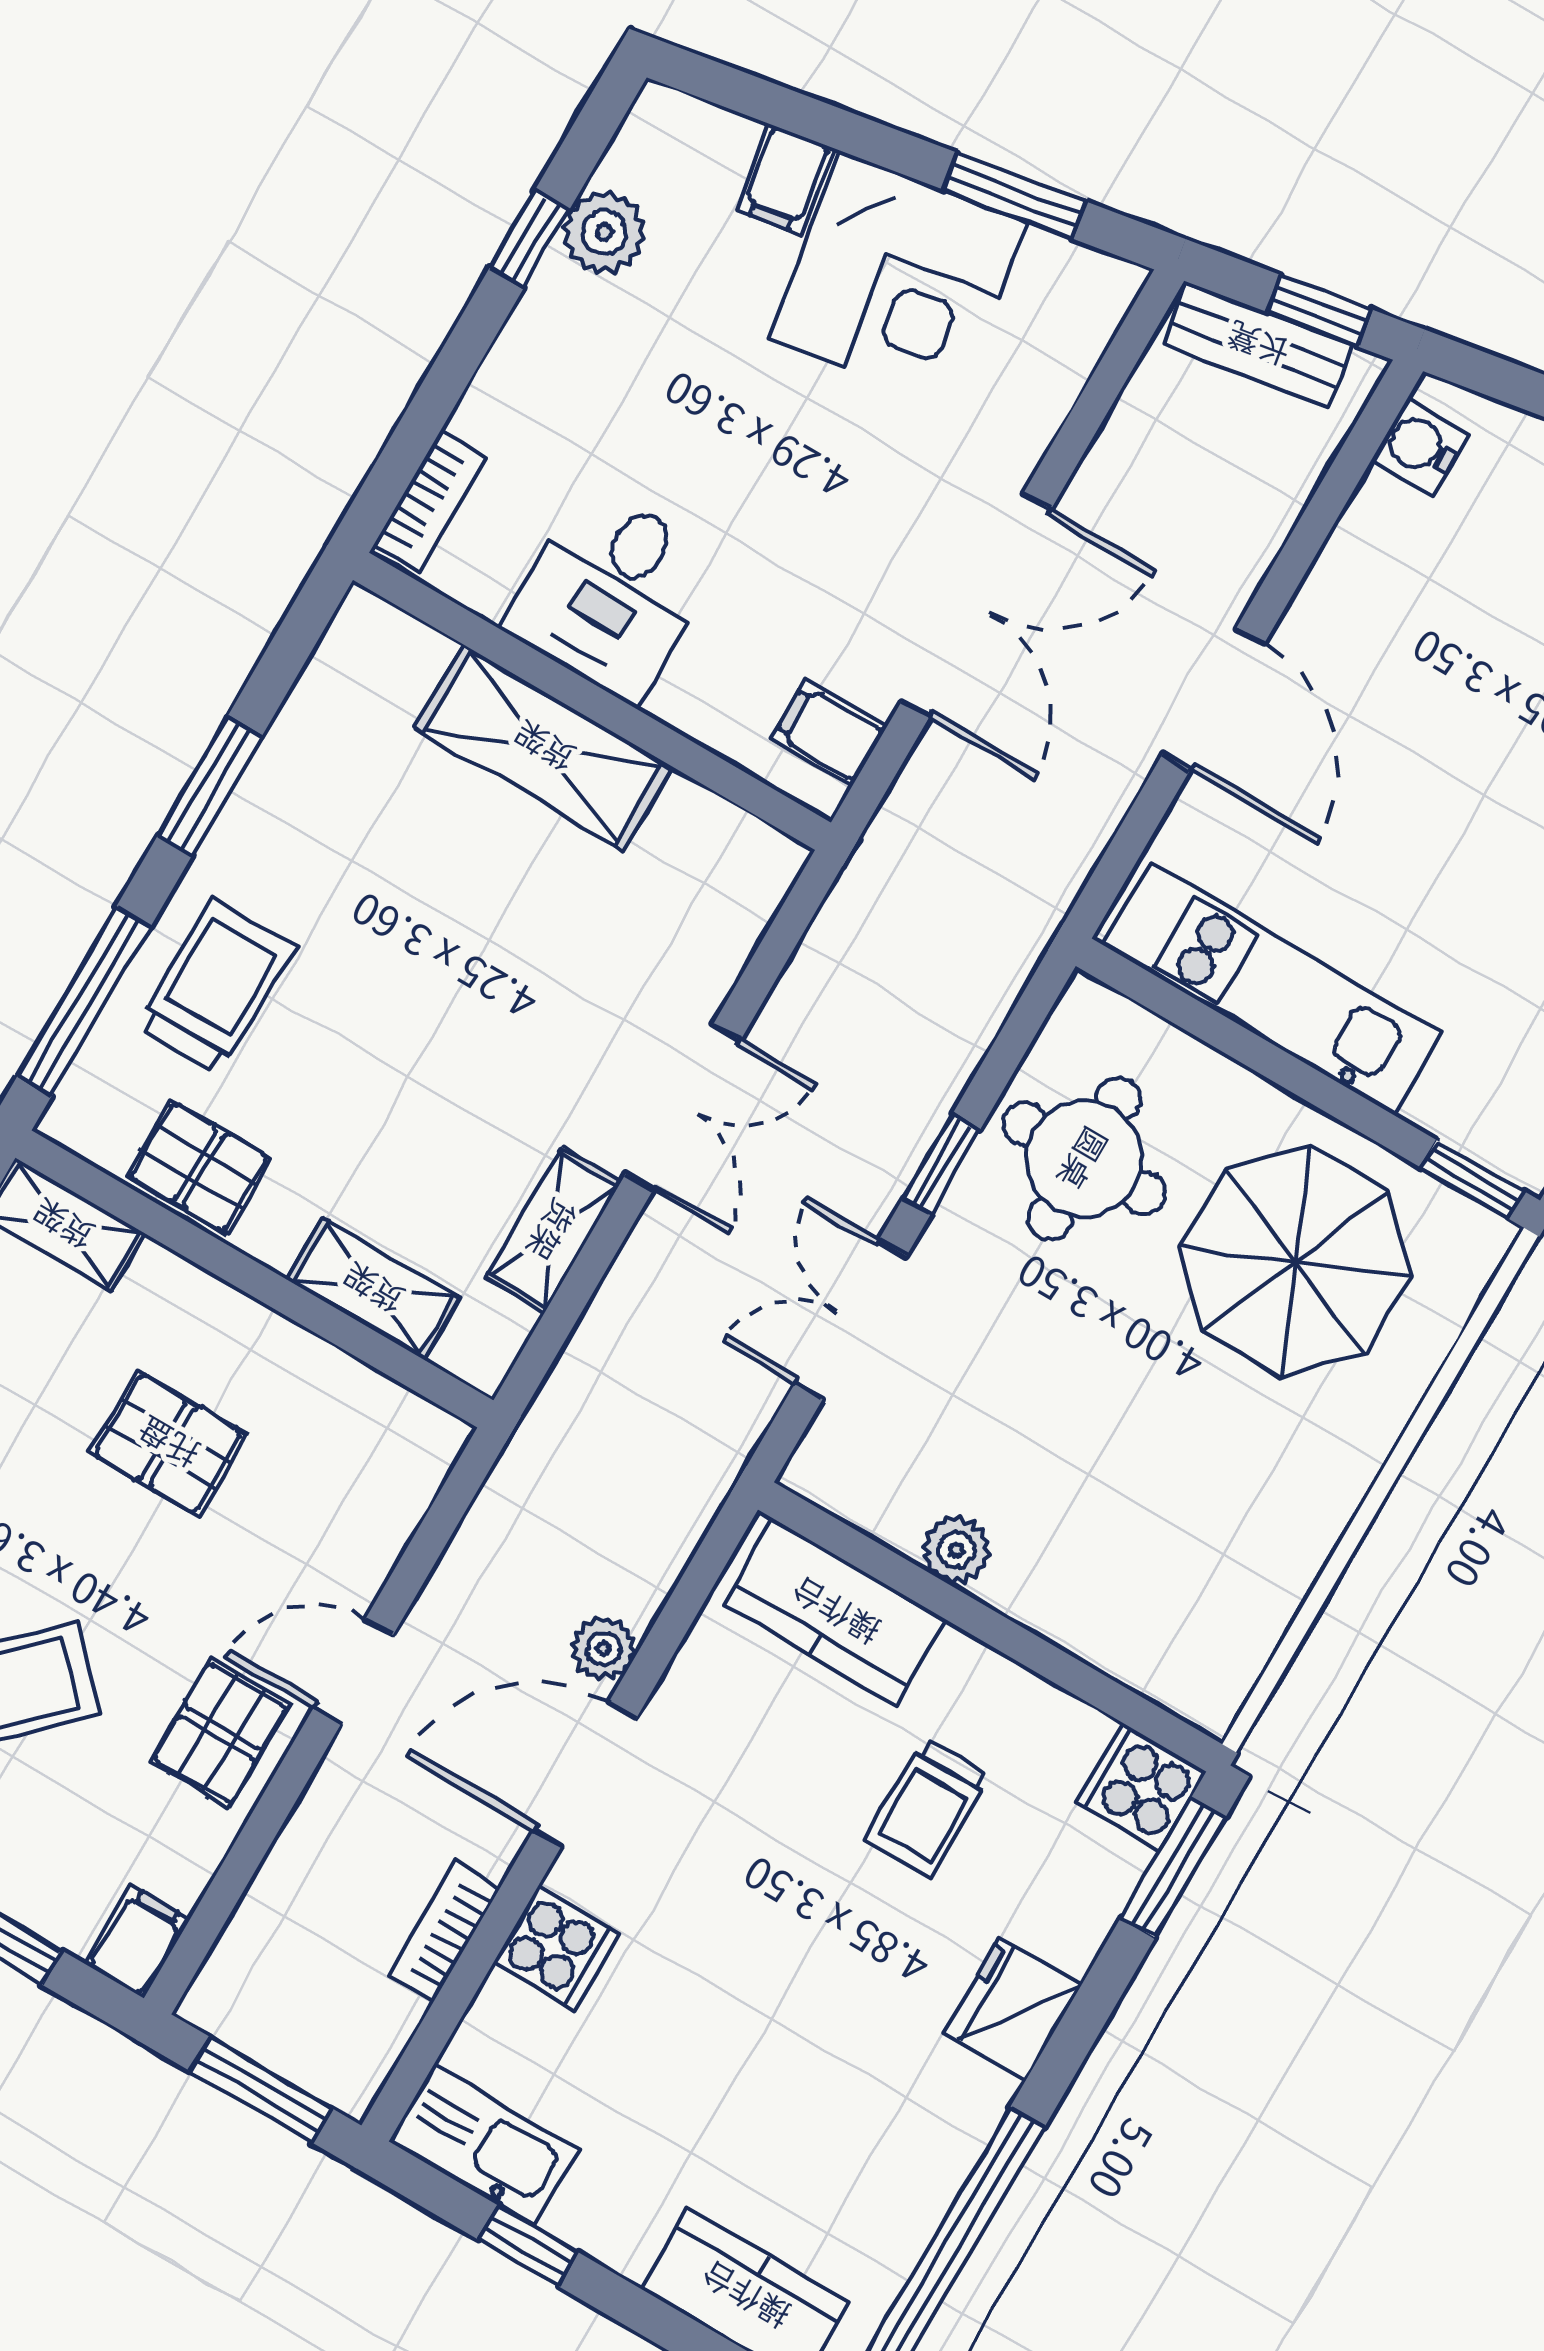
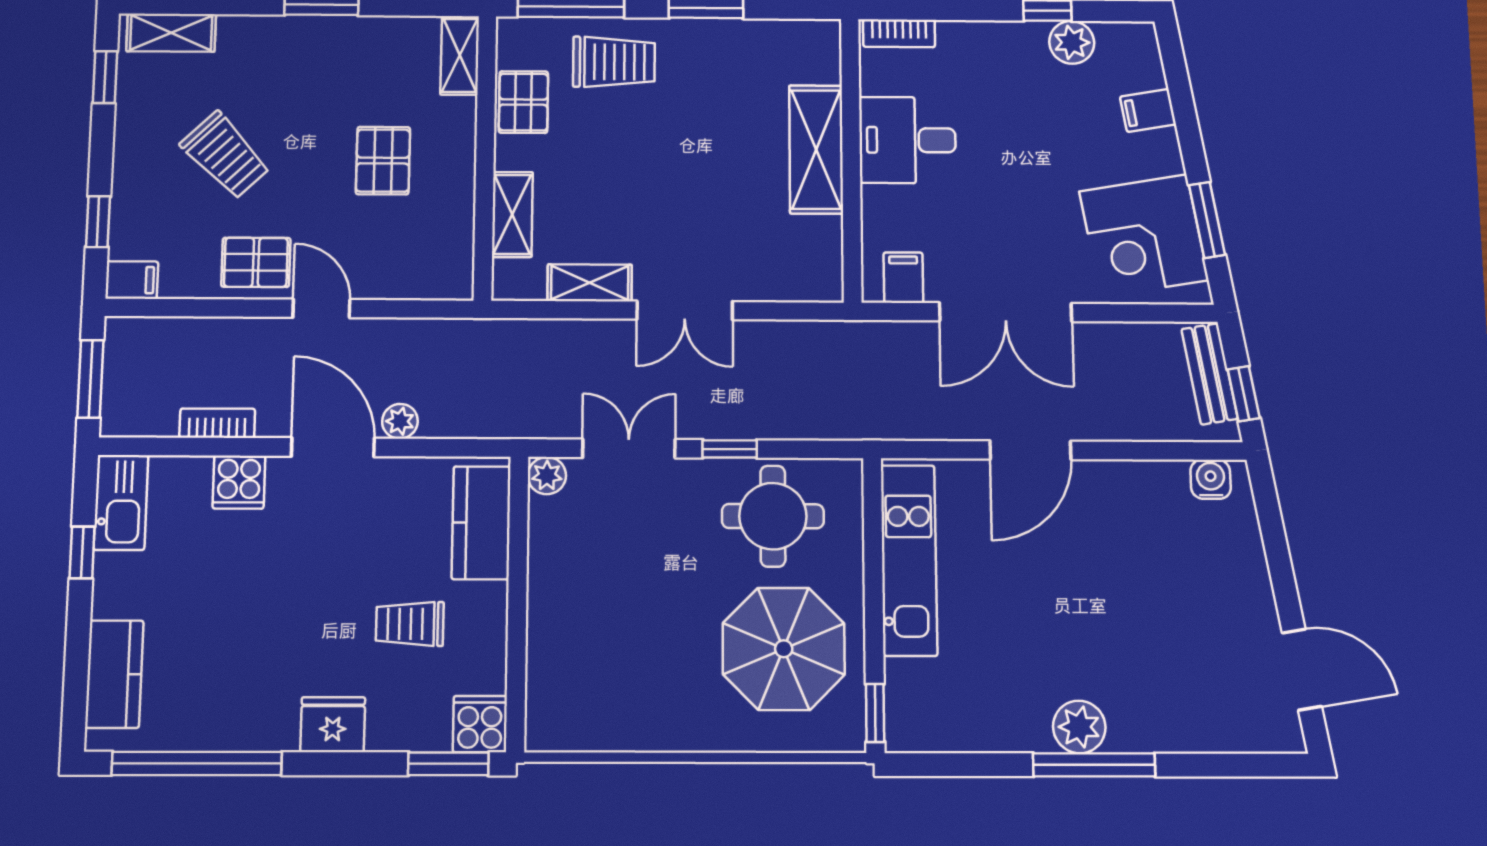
corner desk: (898, 280) -> (1144, 236), moved
plant: (956, 1550) -> (547, 476), moved

